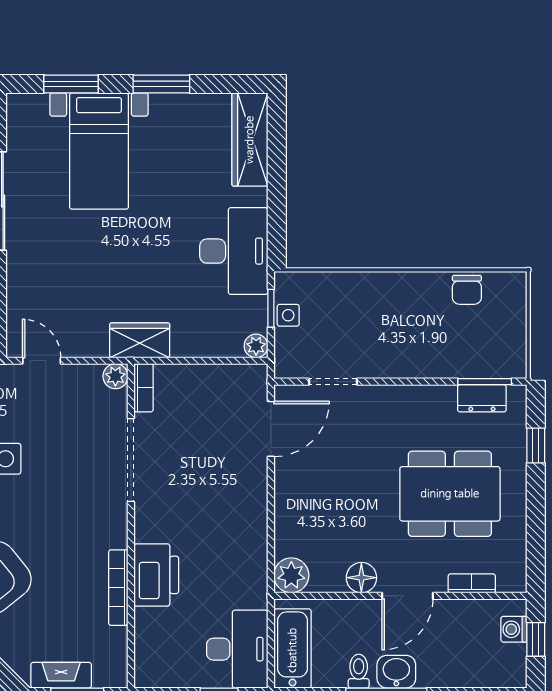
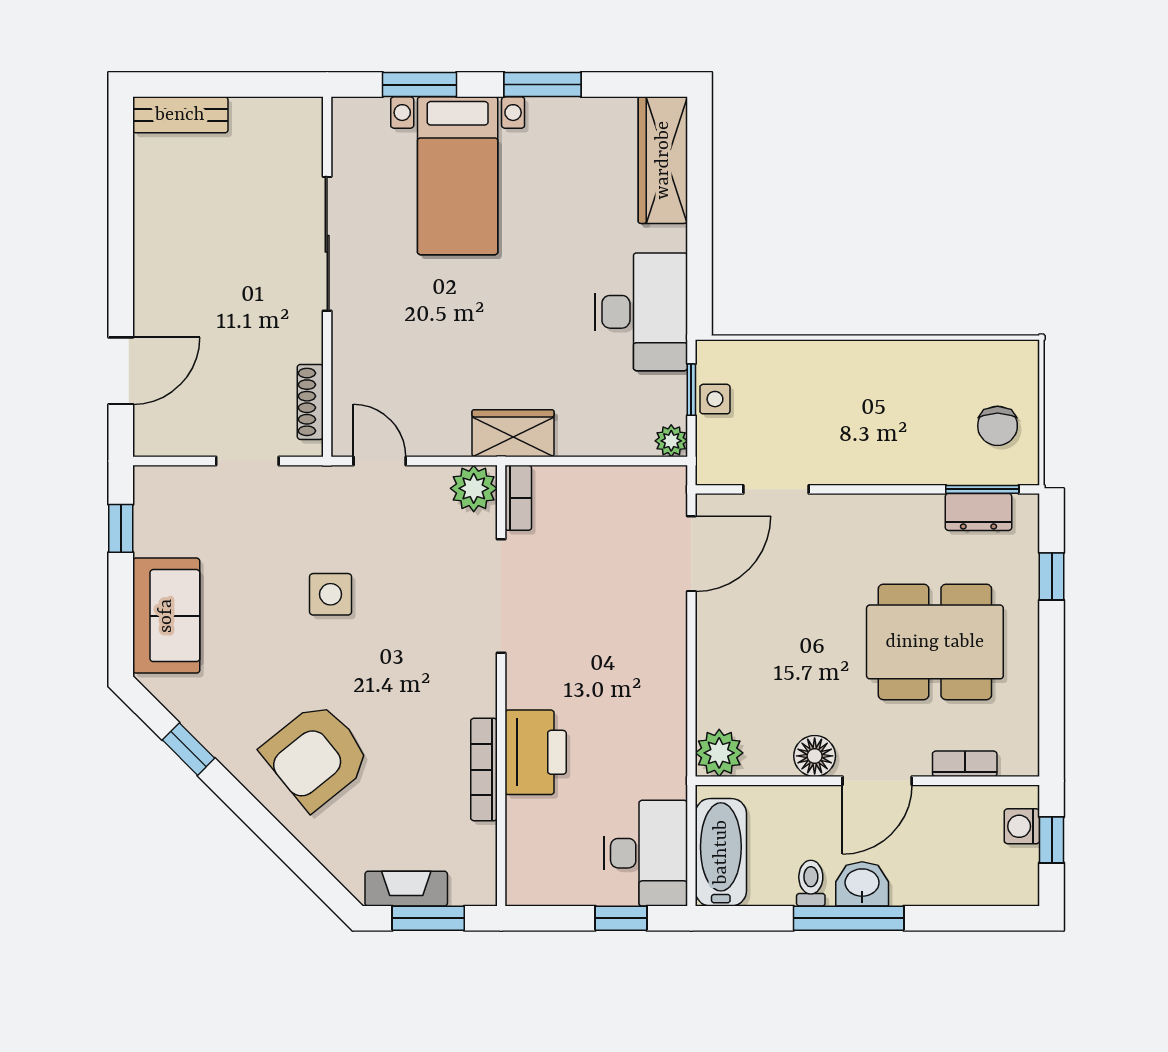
chair: (467, 290) -> (998, 426), moved
plant: (115, 376) -> (474, 488), width x1.38, depth x1.38

